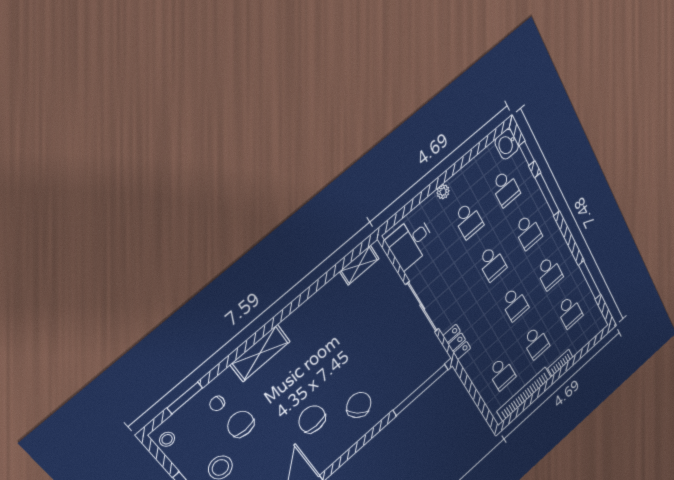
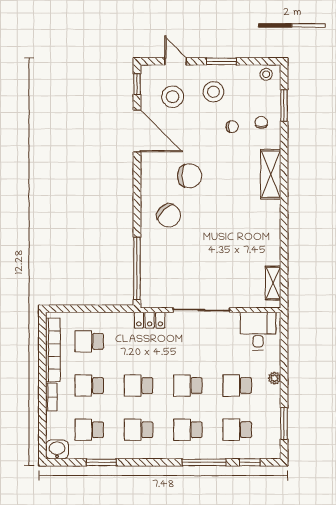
washbasin: (507, 144) -> (57, 449), moved
window: (477, 149) -> (284, 424), added
window: (590, 280) -> (101, 462), width x0.69
chair: (241, 424) -> (232, 127), width x0.54, depth x0.54

